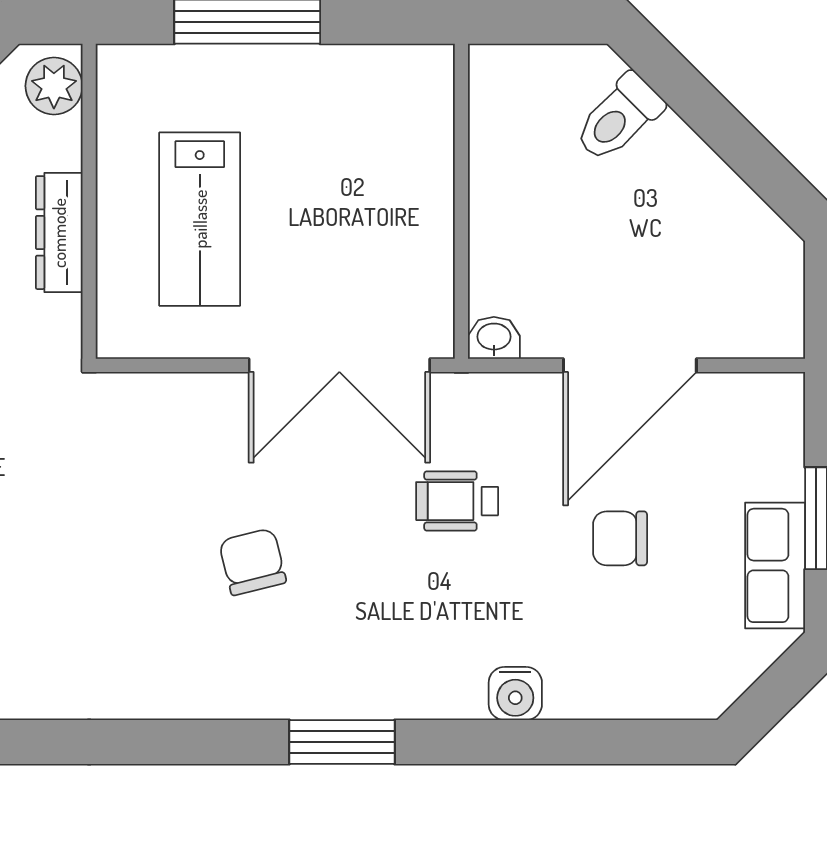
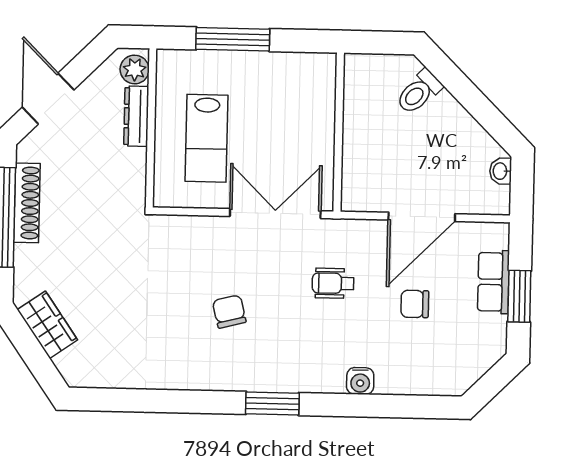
dresser: (59, 233) -> (136, 116), moved
washbasin: (494, 338) -> (501, 171), moved, turned -90
double door: (339, 365) -> (275, 214), swing flipped
row of seats: (775, 565) -> (493, 282), moved

